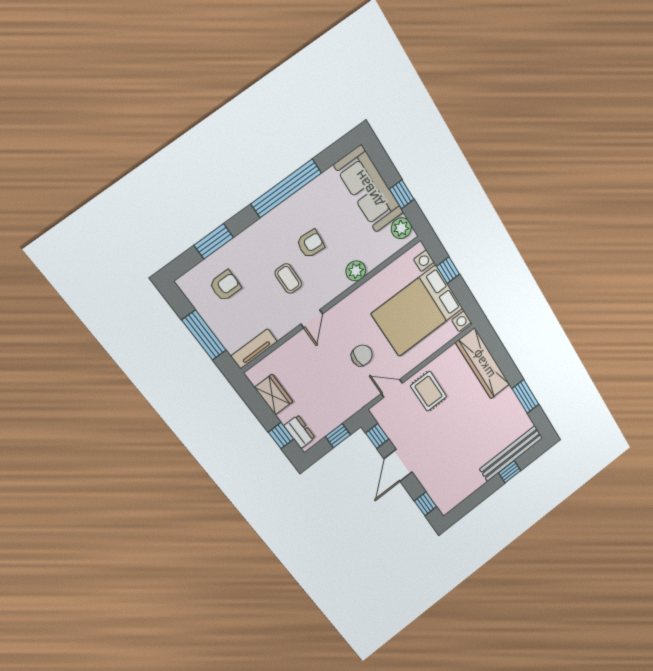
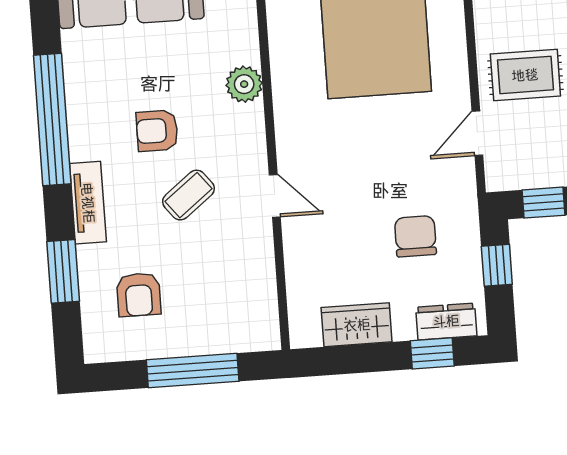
armchair: (311, 244) -> (157, 131), turned -95
coffee table: (288, 278) -> (188, 195), turned -39
armchair: (225, 286) -> (139, 295), turned 180
tv unit: (254, 349) -> (88, 203), moved, turned 180
chair: (362, 355) -> (415, 236), moved

